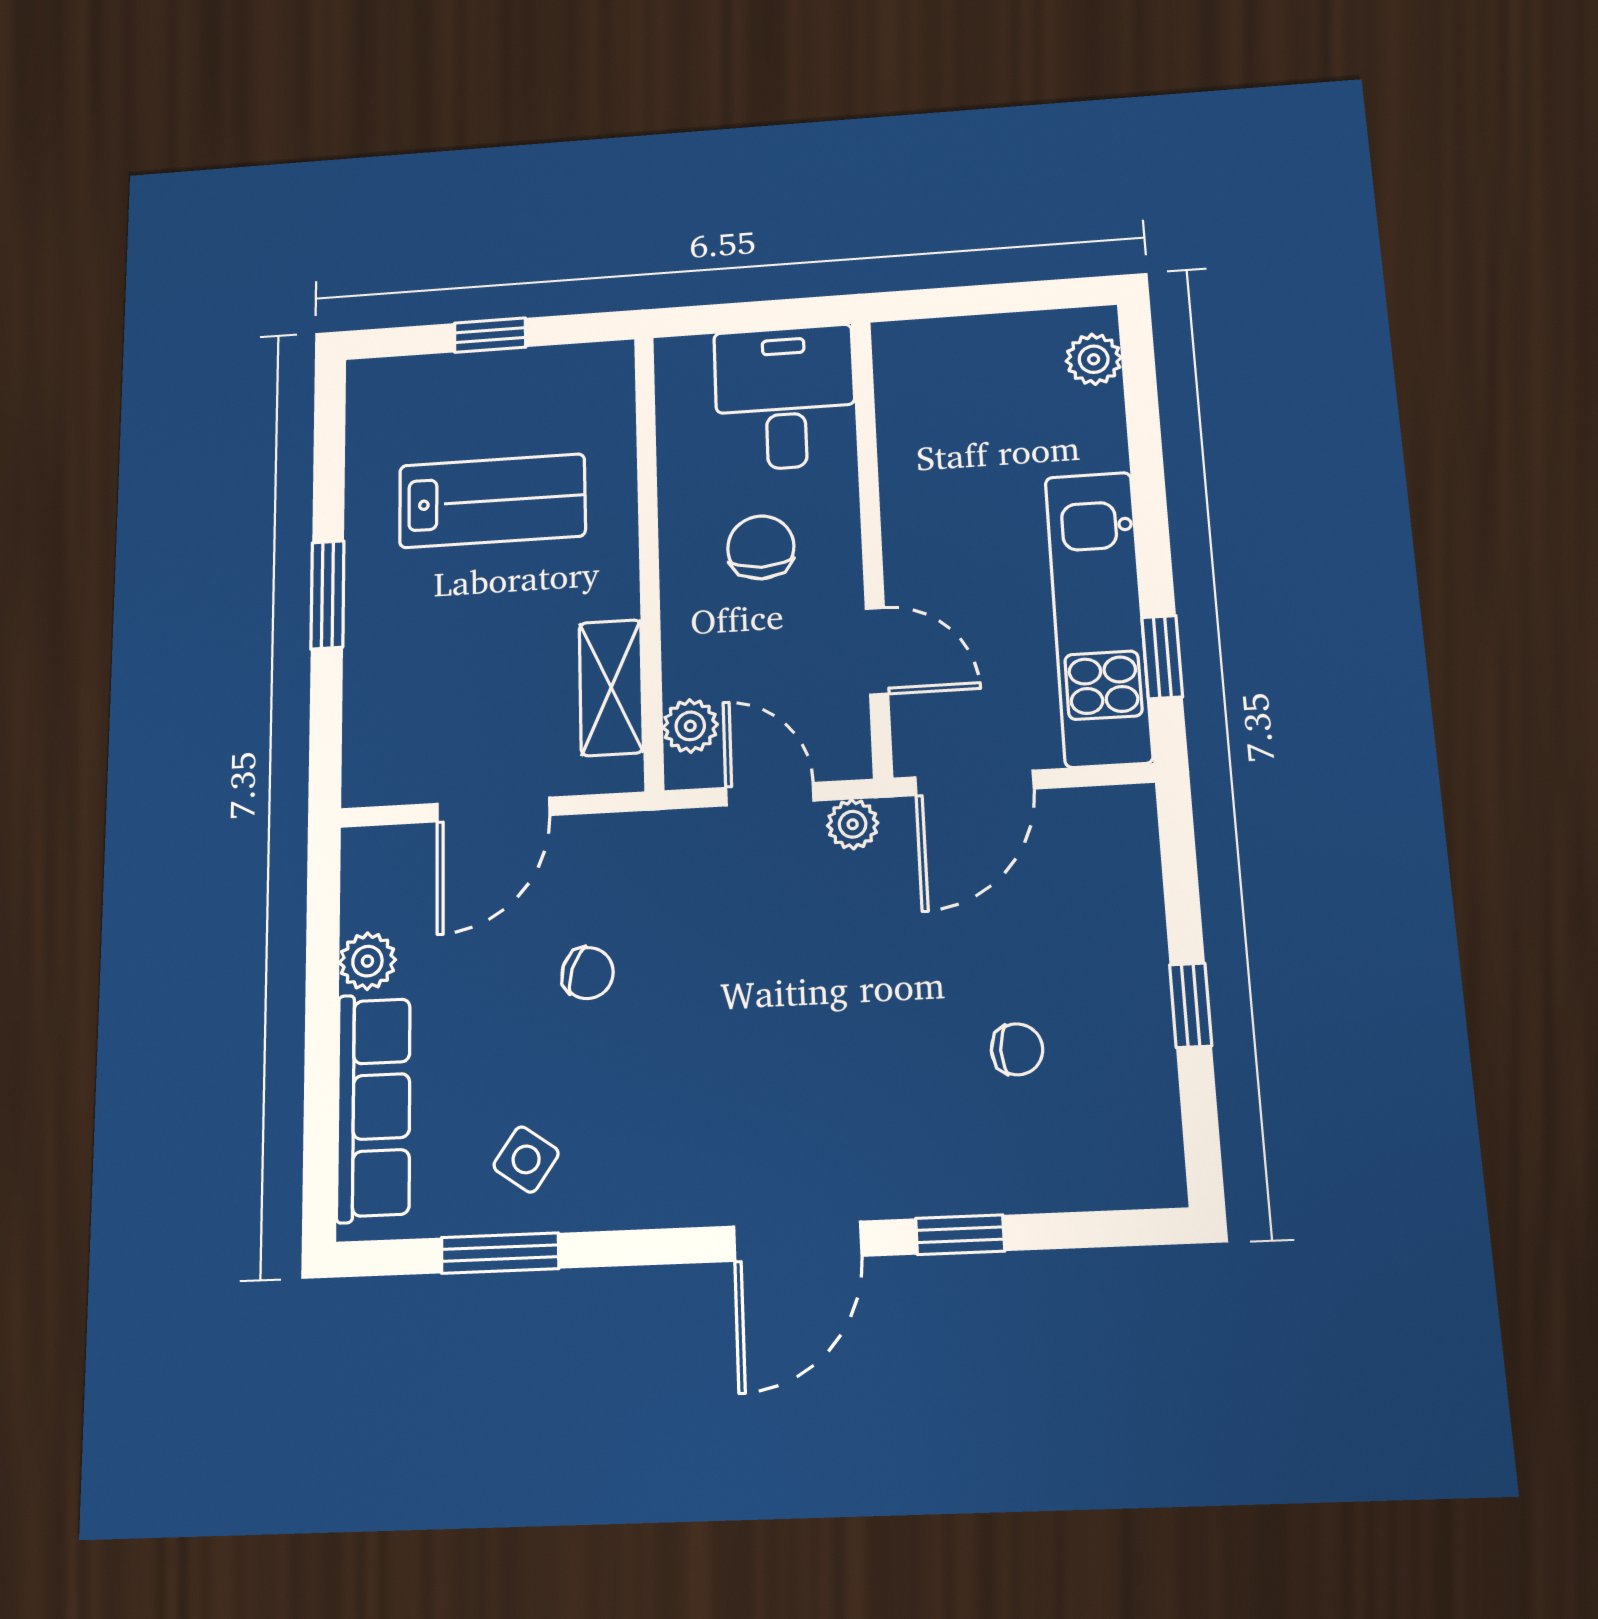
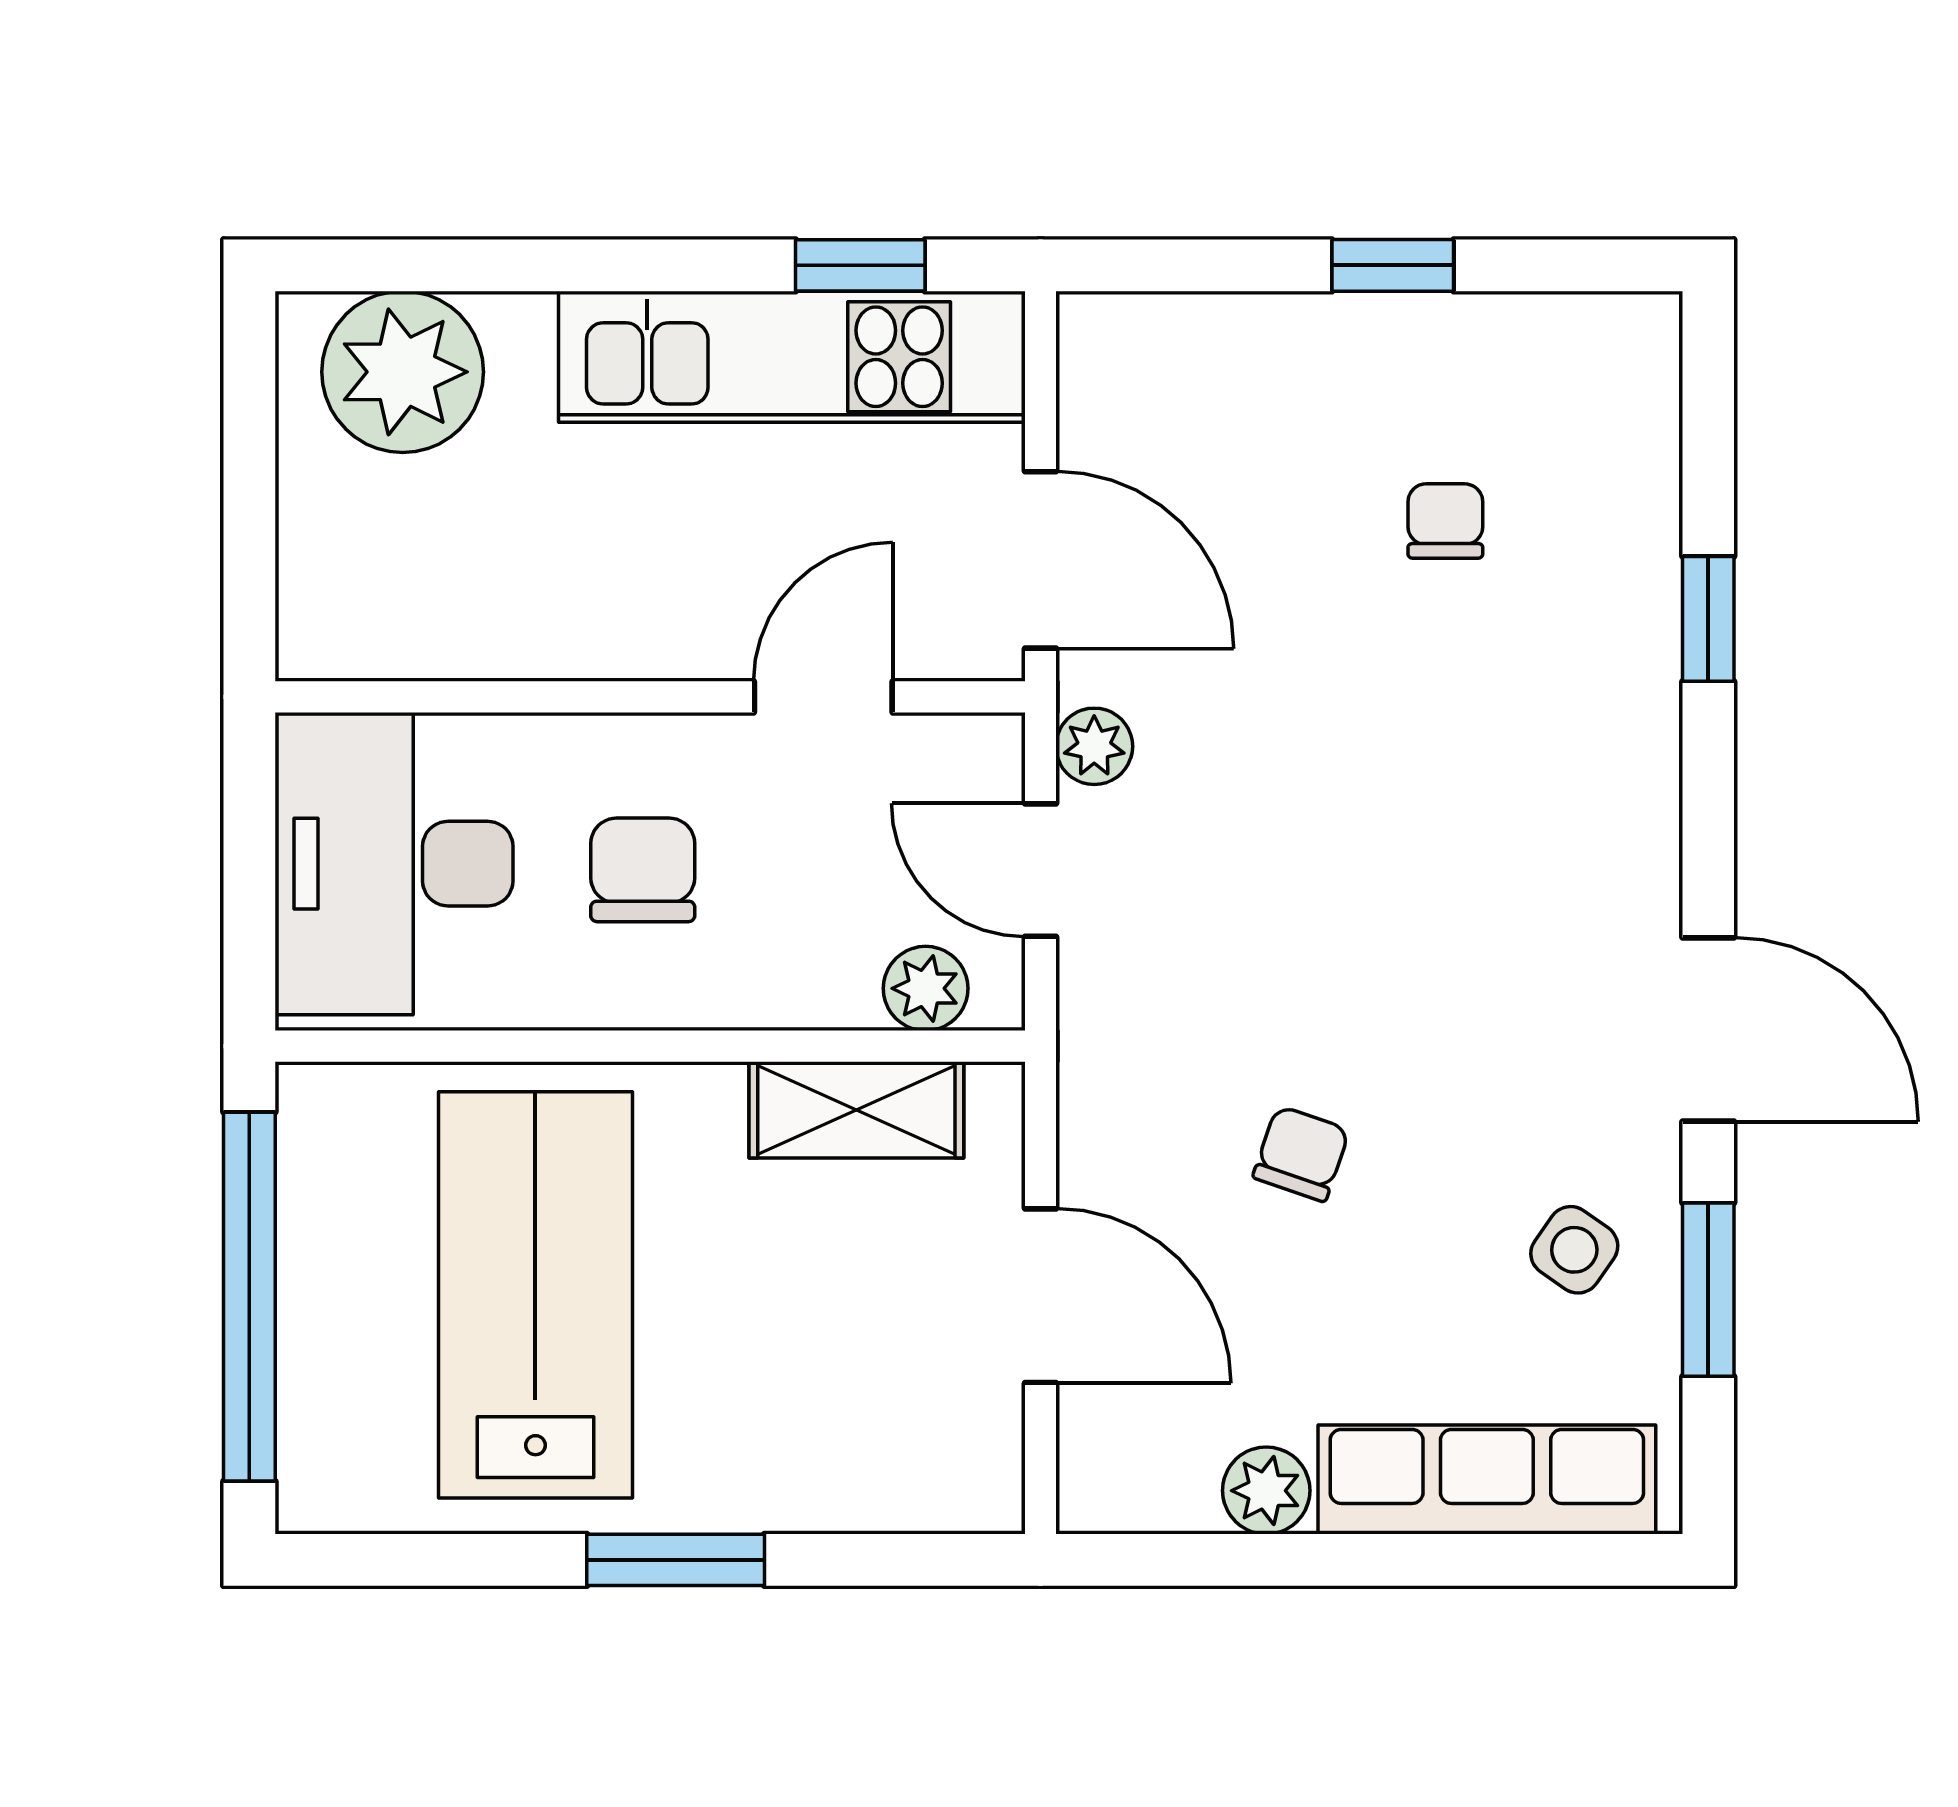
window: (490, 335) -> (249, 1297), width x3.17
plant: (1094, 359) -> (403, 372), width x1.87, depth x1.87
desk: (785, 398) -> (394, 864), width x1.37
lab bench: (492, 501) -> (535, 1295), width x1.36, depth x1.39
chair: (761, 547) -> (643, 870), turned 90
door: (770, 794) -> (1040, 870), hinge flipped
door: (798, 1241) -> (1708, 1030), moved

